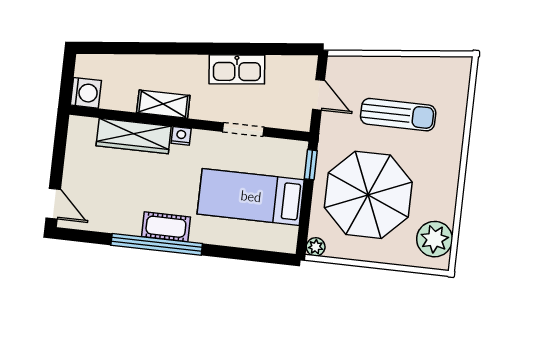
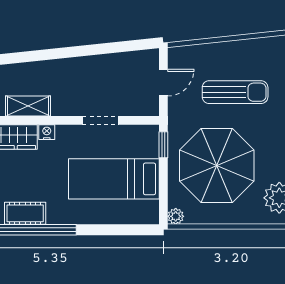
kitchen sink: (237, 69) -> (89, 68), removed
door: (319, 95) -> (163, 83), hinge flipped
cot: (166, 227) -> (25, 213), moved

